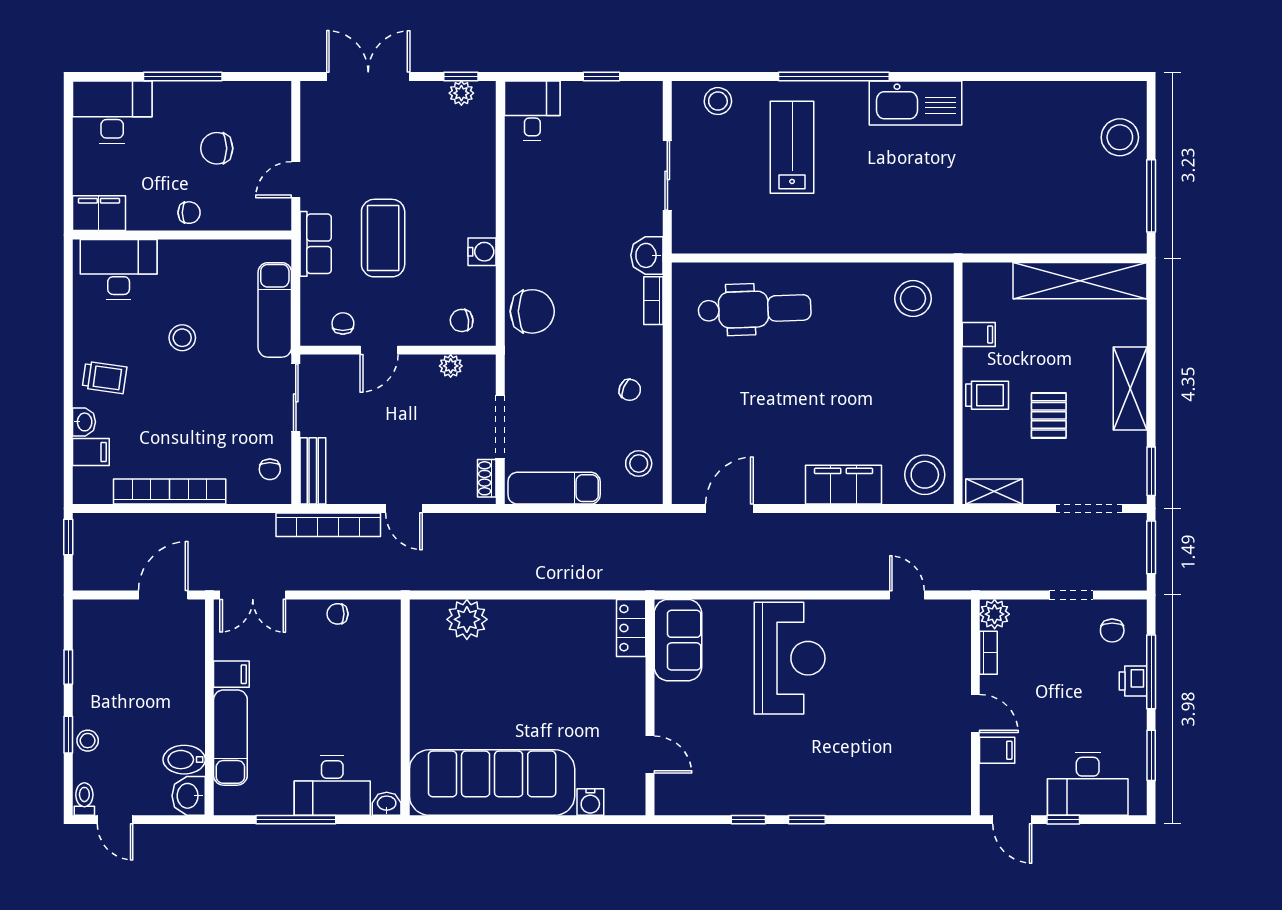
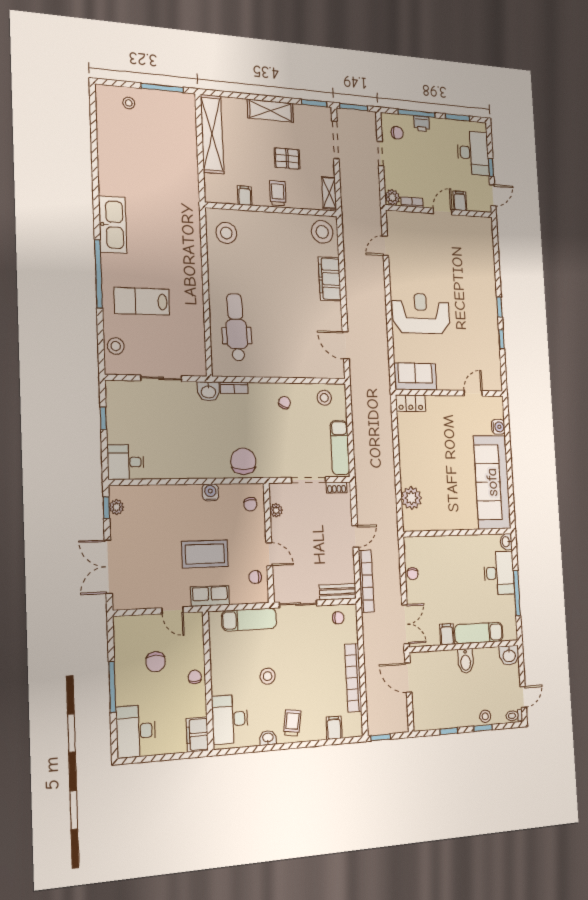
stool: (1120, 137) -> (129, 103), width x0.53, depth x0.53
washbasin: (84, 422) -> (268, 738), moved
bidet: (184, 760) -> (466, 661), moved

